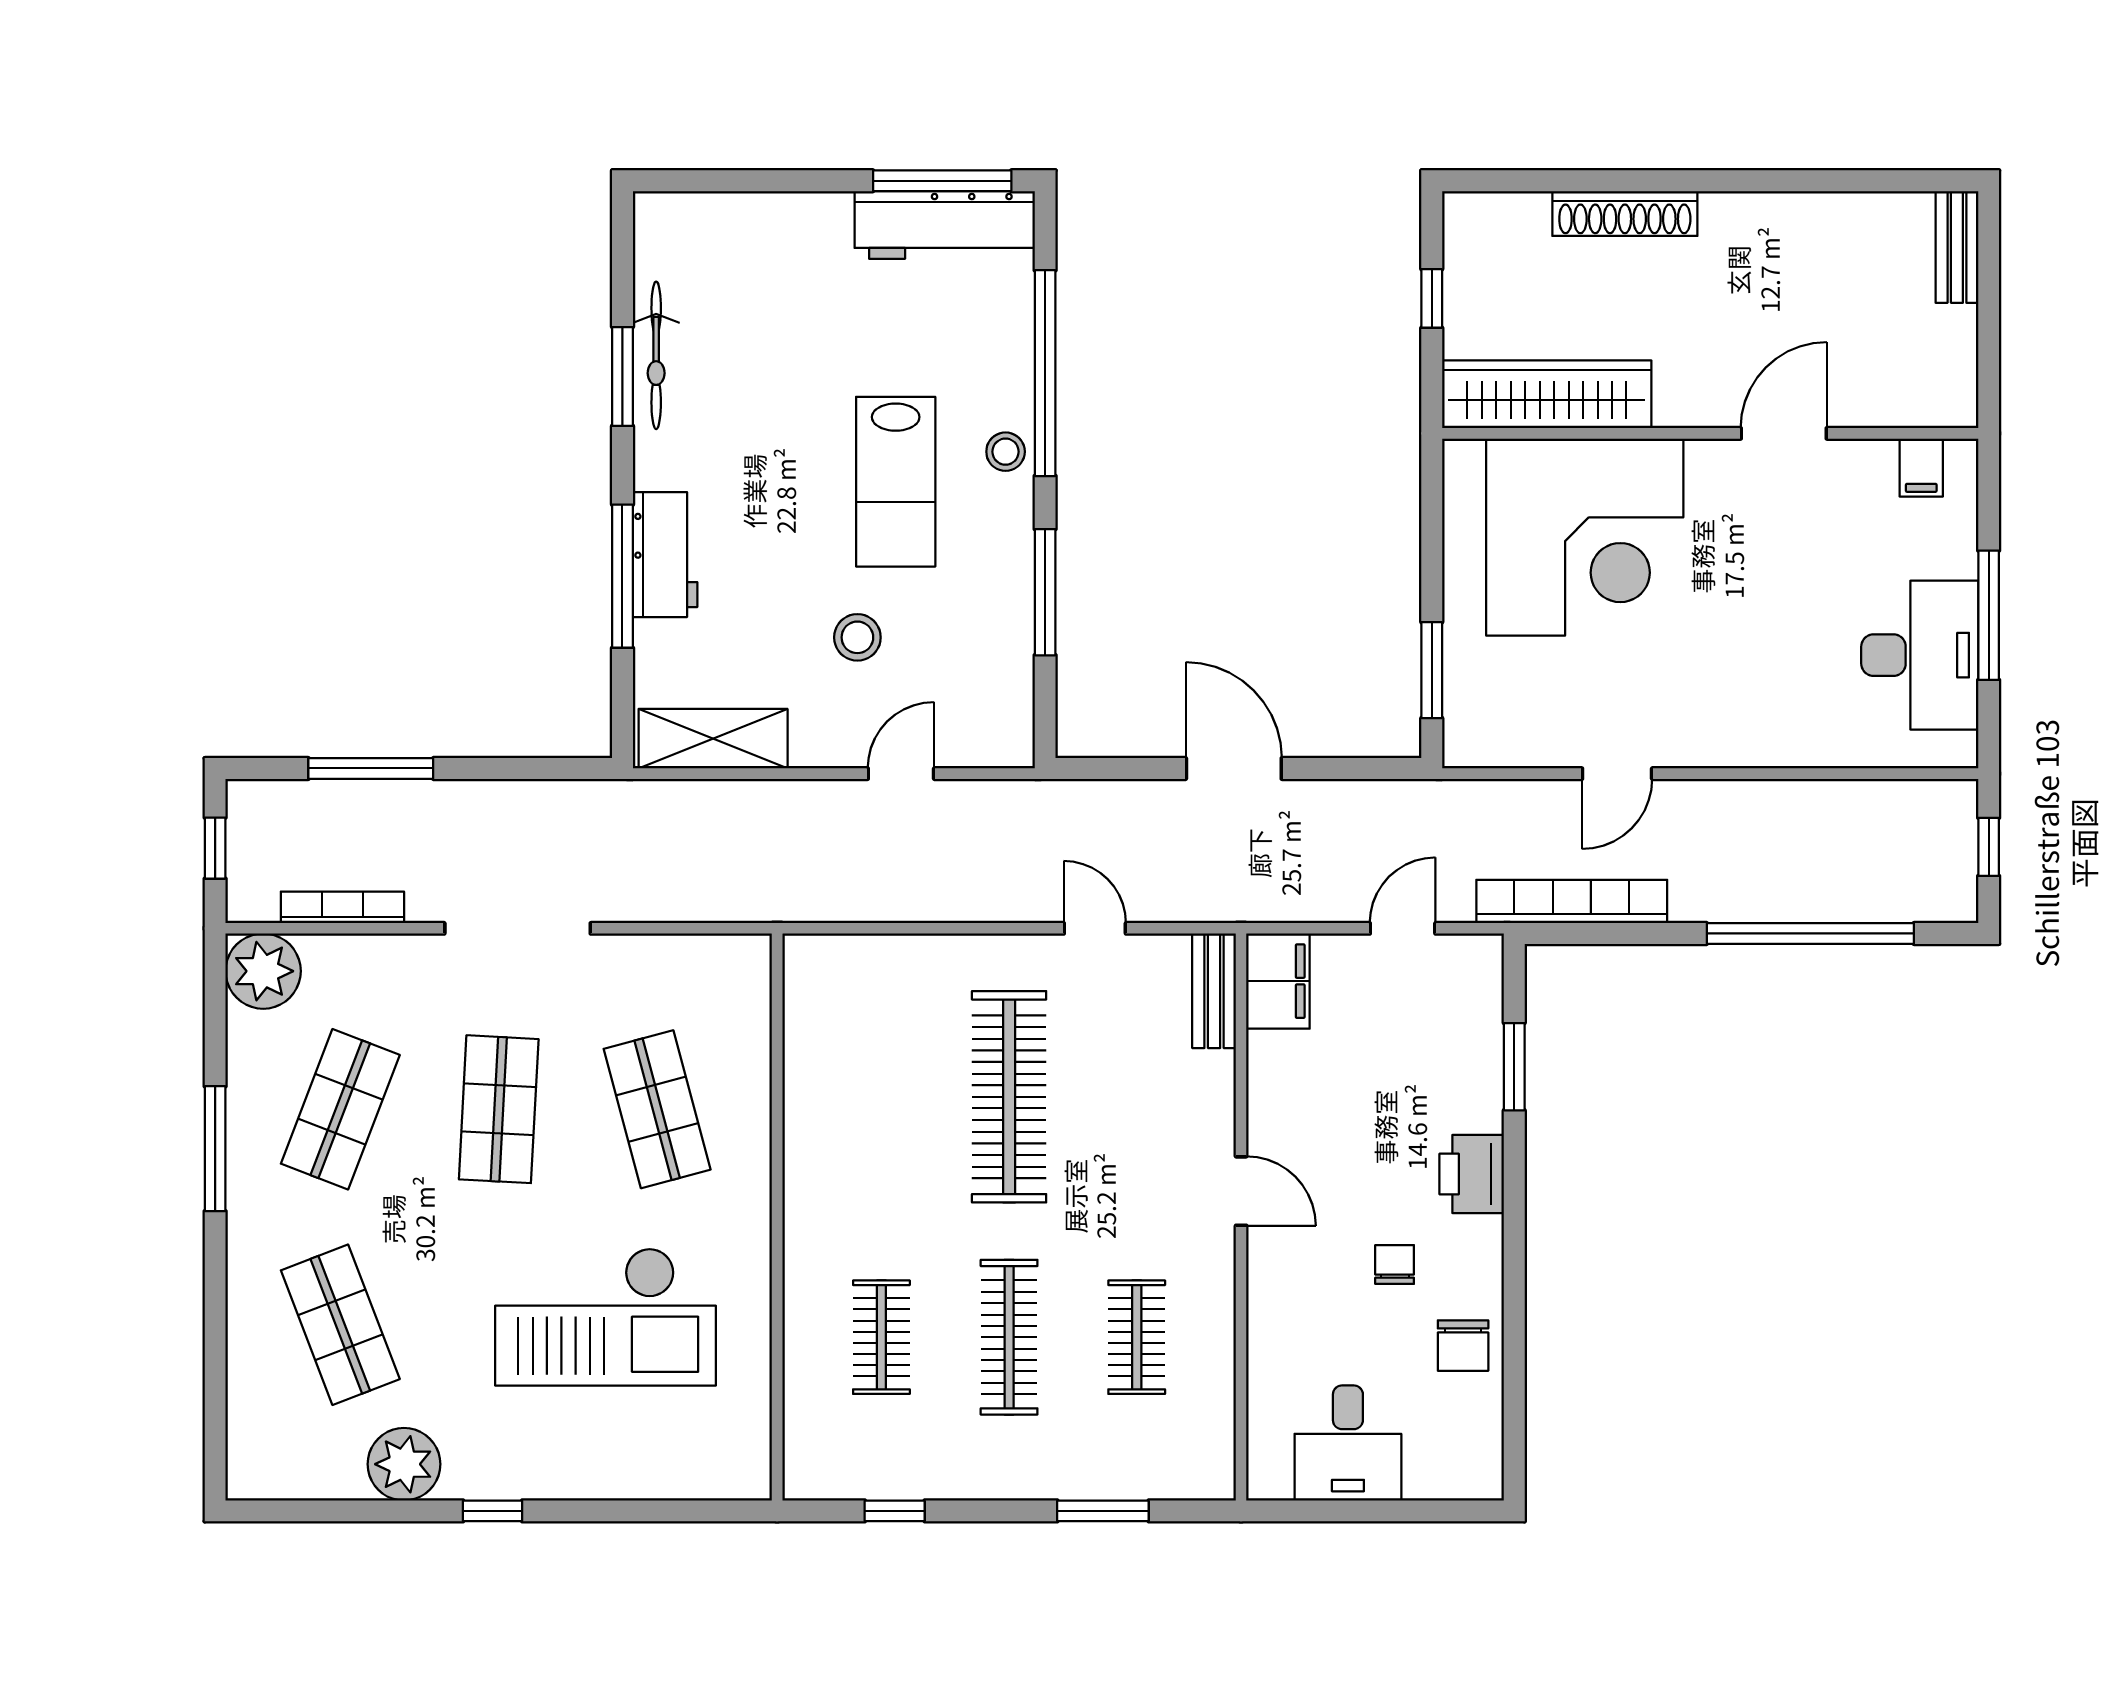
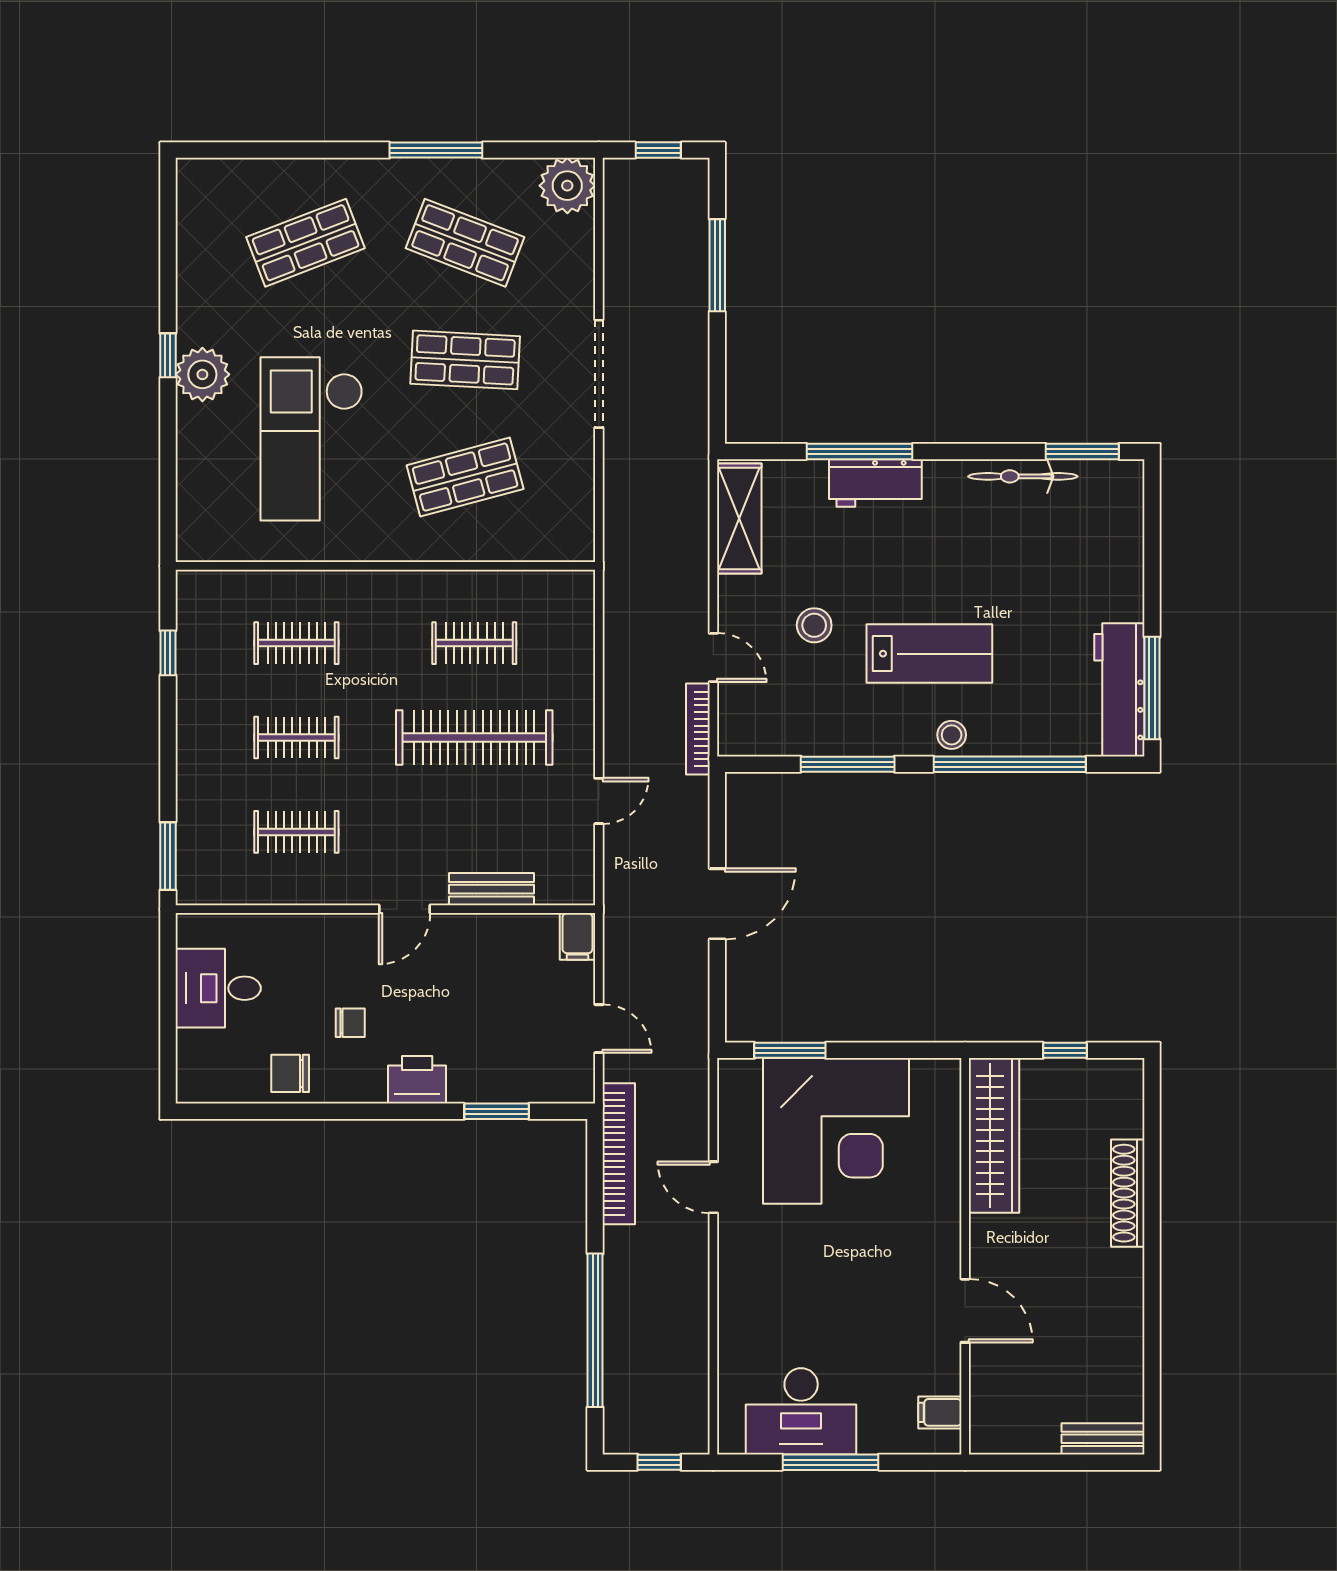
window: (622, 376) -> (1082, 451), moved
lab bench: (896, 482) -> (929, 654), turned 180
corner desk: (1585, 537) -> (836, 1131), moved, turned -90
bookcase: (342, 907) -> (698, 729), moved, turned 180
filing cabinet: (1278, 981) -> (577, 936), width x0.50
bench: (1214, 991) -> (492, 889), moved
clothes rail: (881, 1097) -> (474, 643), added
clothes rail: (1009, 1337) -> (296, 738), width x0.73
plant: (404, 1464) -> (202, 374), moved
window: (1103, 1511) -> (168, 856), moved

